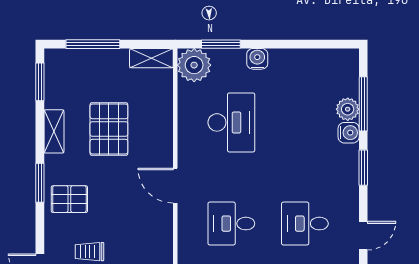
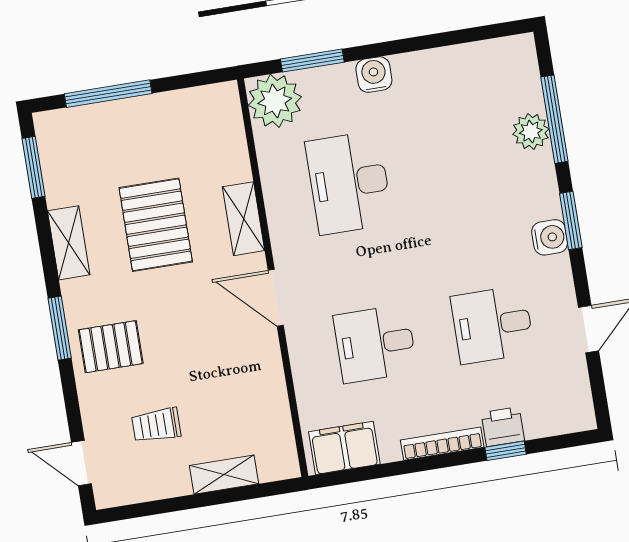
shelving: (151, 58) -> (244, 219), moved, turned 90
desk: (231, 122) -> (349, 183), turned 180
water cooler: (349, 133) -> (550, 237), moved

